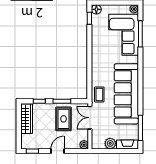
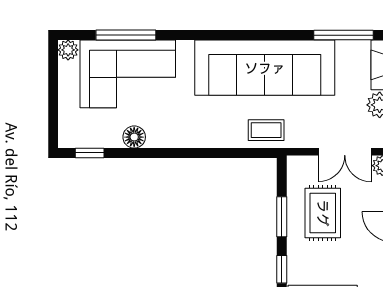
floor lamp: (96, 9) -> (134, 137), moved
double door: (90, 118) -> (345, 152), moved
rug: (64, 119) -> (323, 213), turned 90

